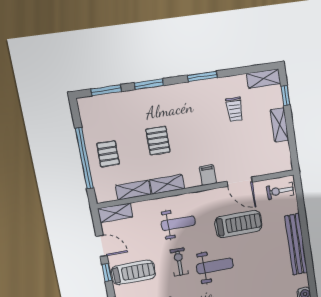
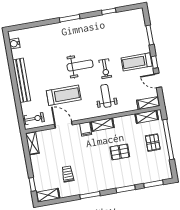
shelving: (279, 125) -> (32, 143), moved
pallet: (158, 141) -> (120, 152), turned 90
shelving: (167, 184) -> (102, 125), moved
shelving: (133, 190) -> (147, 117), moved
weight bench: (178, 223) -> (106, 96), turned 90
treadmill: (239, 224) -> (64, 95), turned 180
weight bench: (215, 266) -> (80, 65), turned 180

